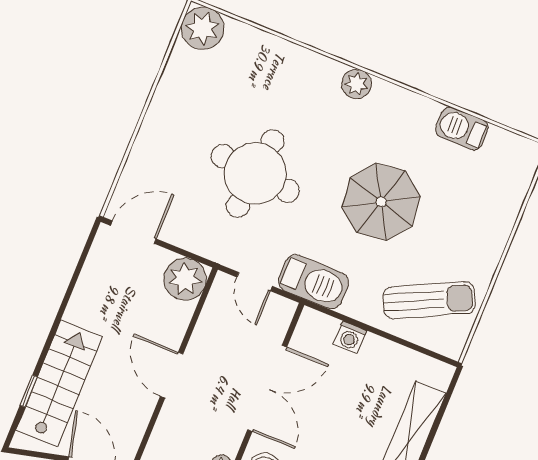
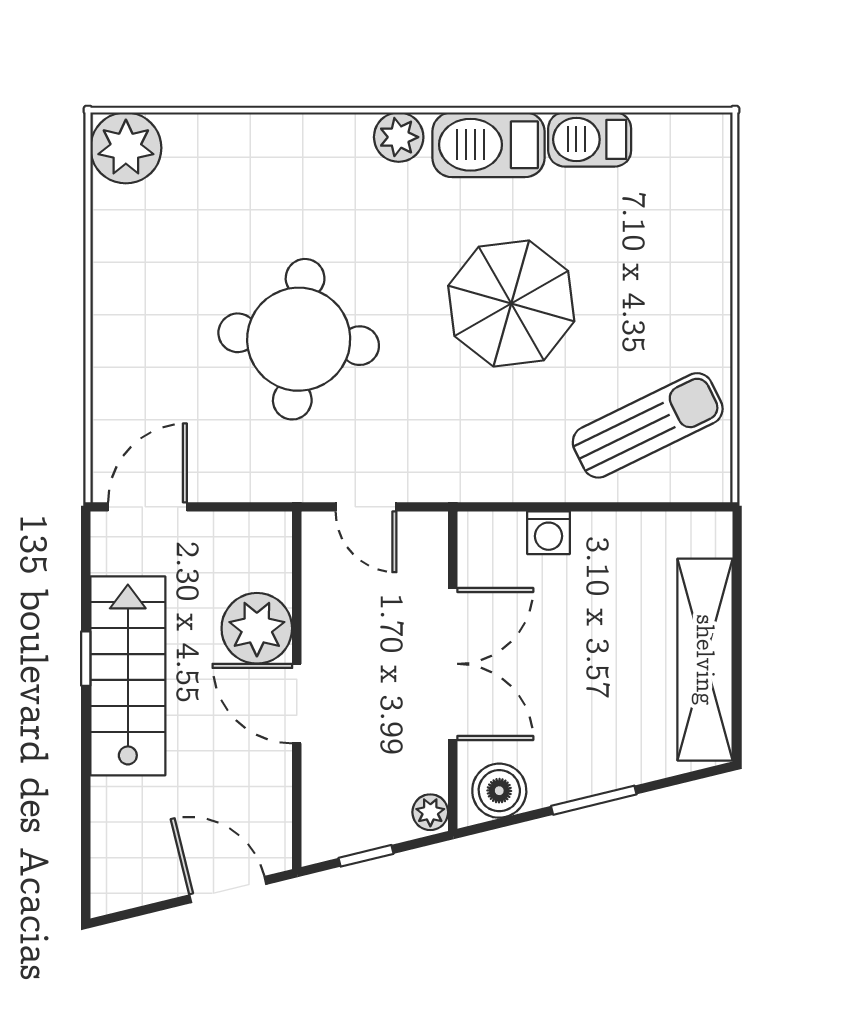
plant: (185, 279) -> (257, 628), moved
barbecue: (313, 282) -> (488, 145), moved, turned 180
stairs: (59, 384) -> (128, 676), moved
window: (29, 391) -> (86, 659), moved

